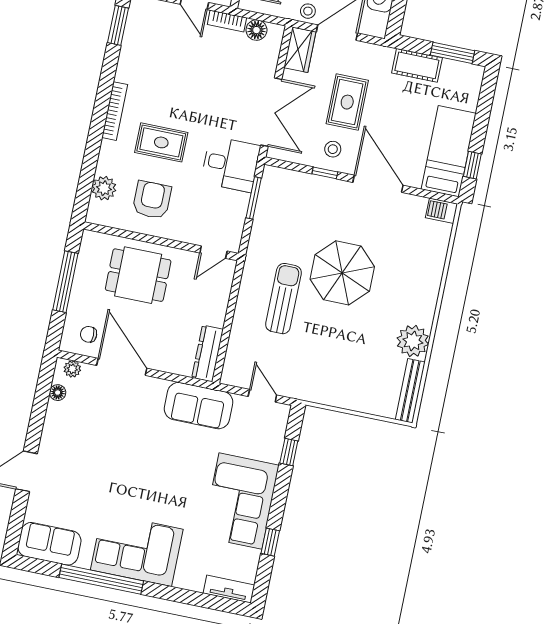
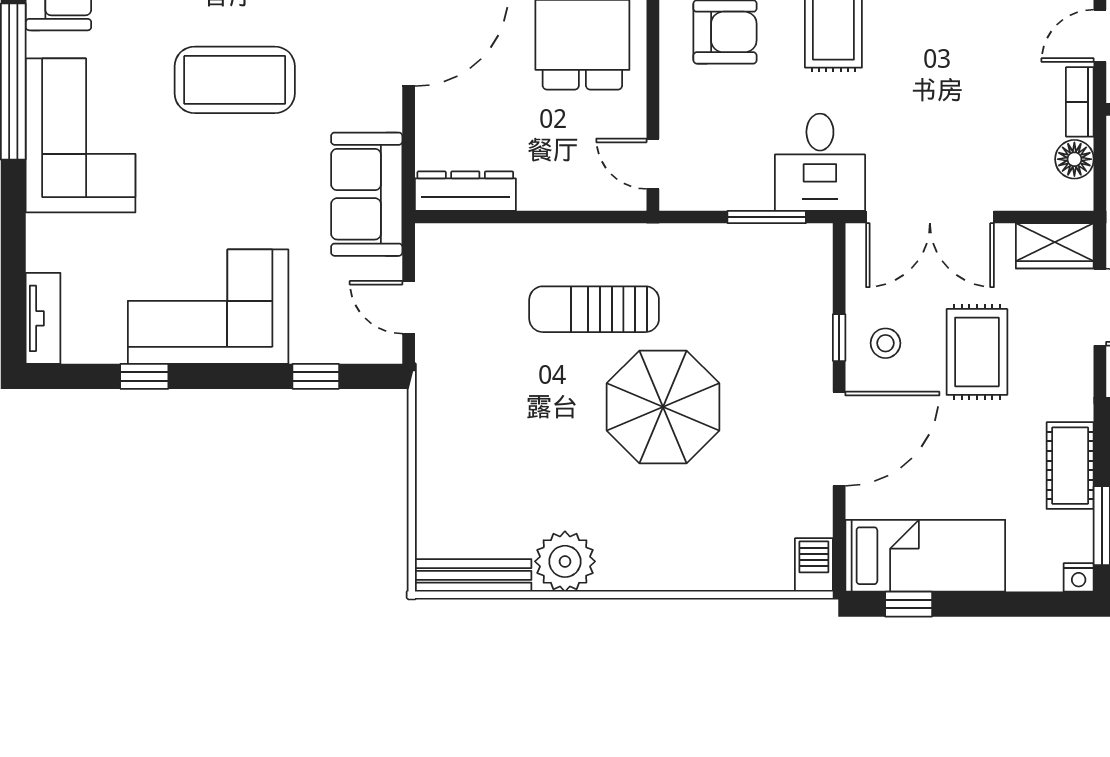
nightstand: (477, 73) -> (1079, 577), added
rug: (347, 102) -> (977, 352), turned 90
sun lounger: (283, 299) -> (594, 309), turned 180
door: (262, 396) -> (409, 307), swing flipped
coffee table: (124, 463) -> (235, 80), added

